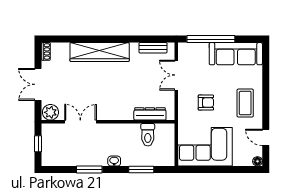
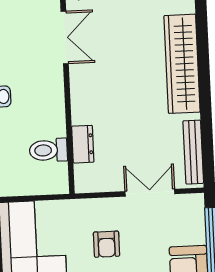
bench: (153, 48) -> (193, 152), width x1.36
dresser: (150, 114) -> (83, 144), width x0.70

